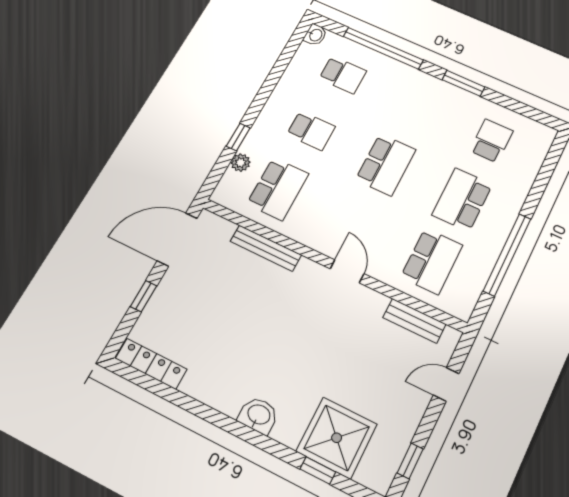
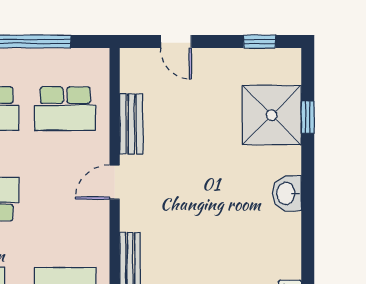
school desk: (432, 261) -> (65, 109), turned 180
bench: (414, 321) -> (131, 124), moved

